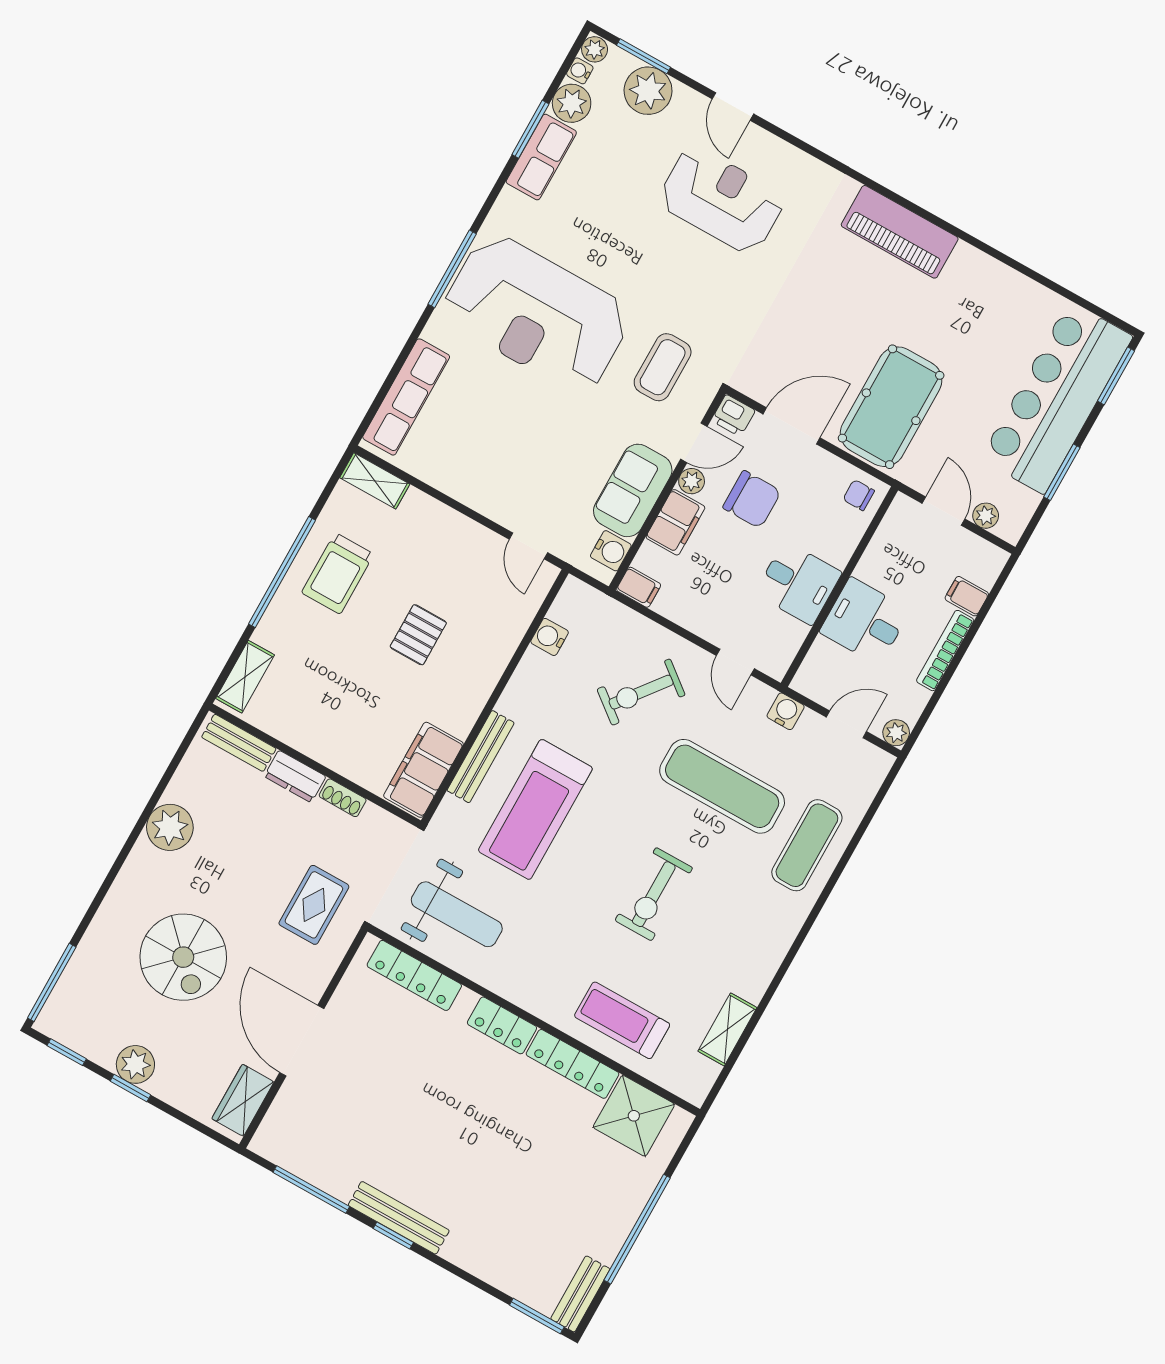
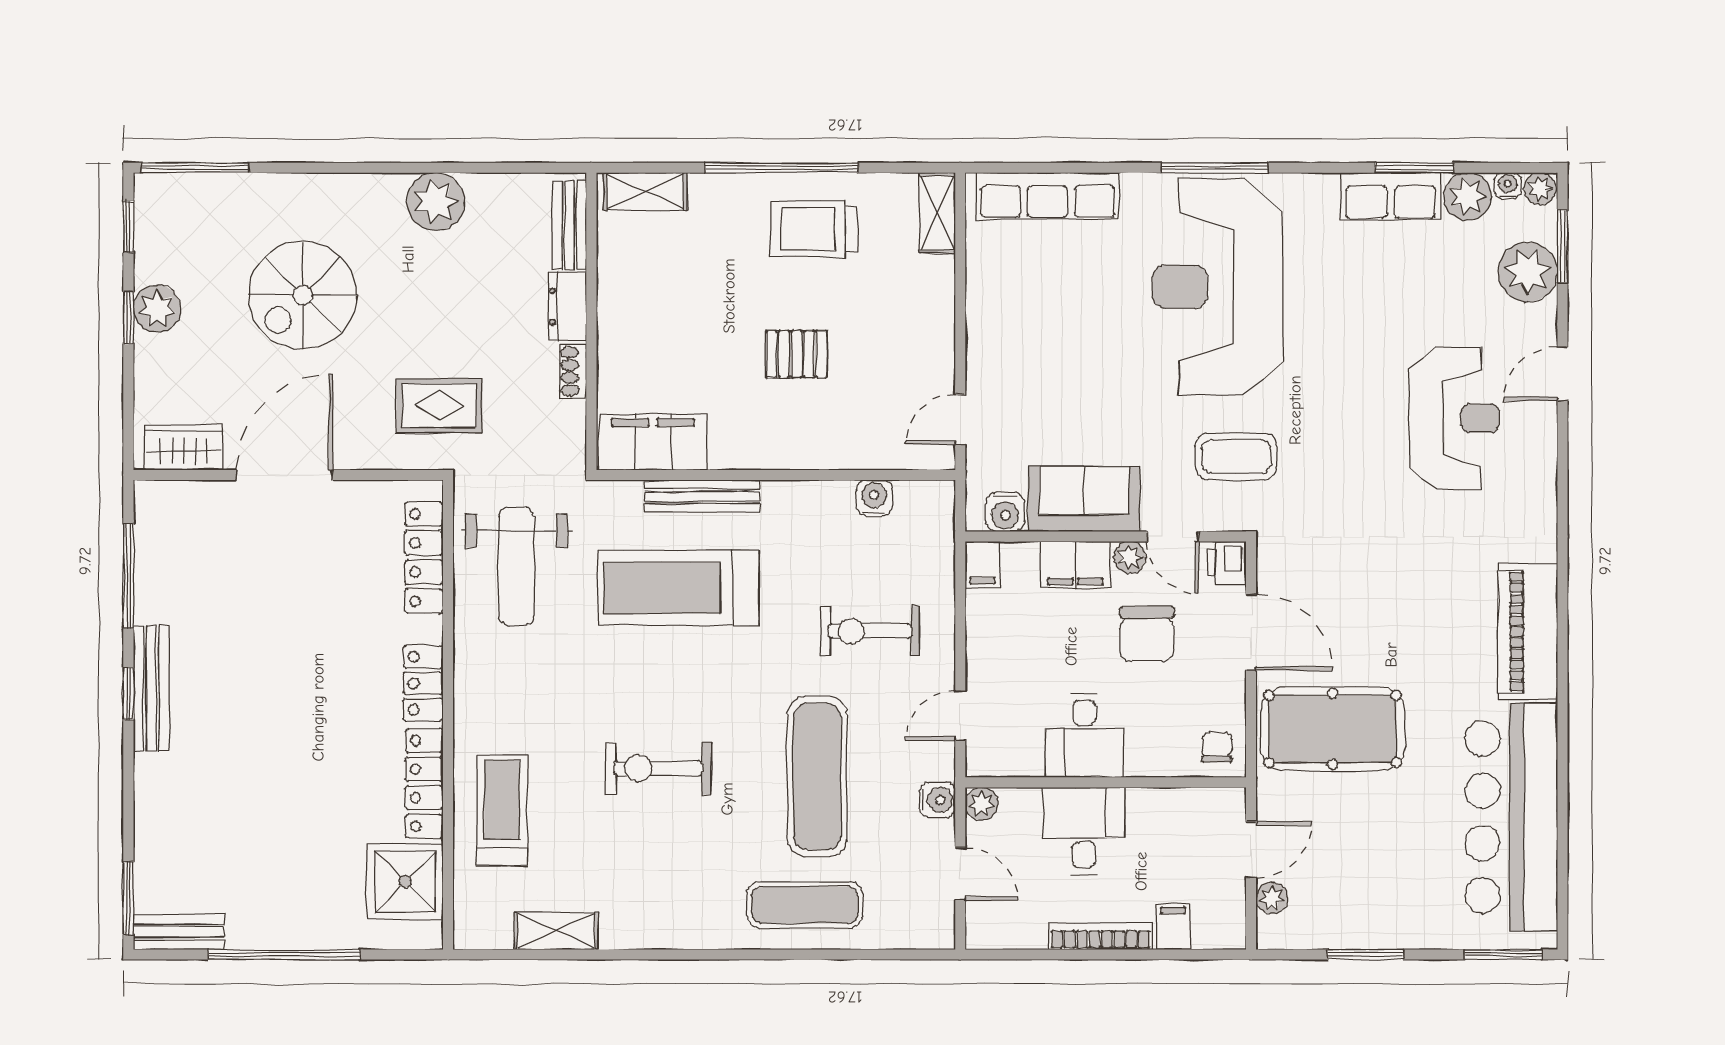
bar counter: (1057, 398) -> (1511, 817), moved, turned -90
exercise bike: (641, 692) -> (870, 631), turned -38
plant: (896, 733) -> (981, 804), moved

